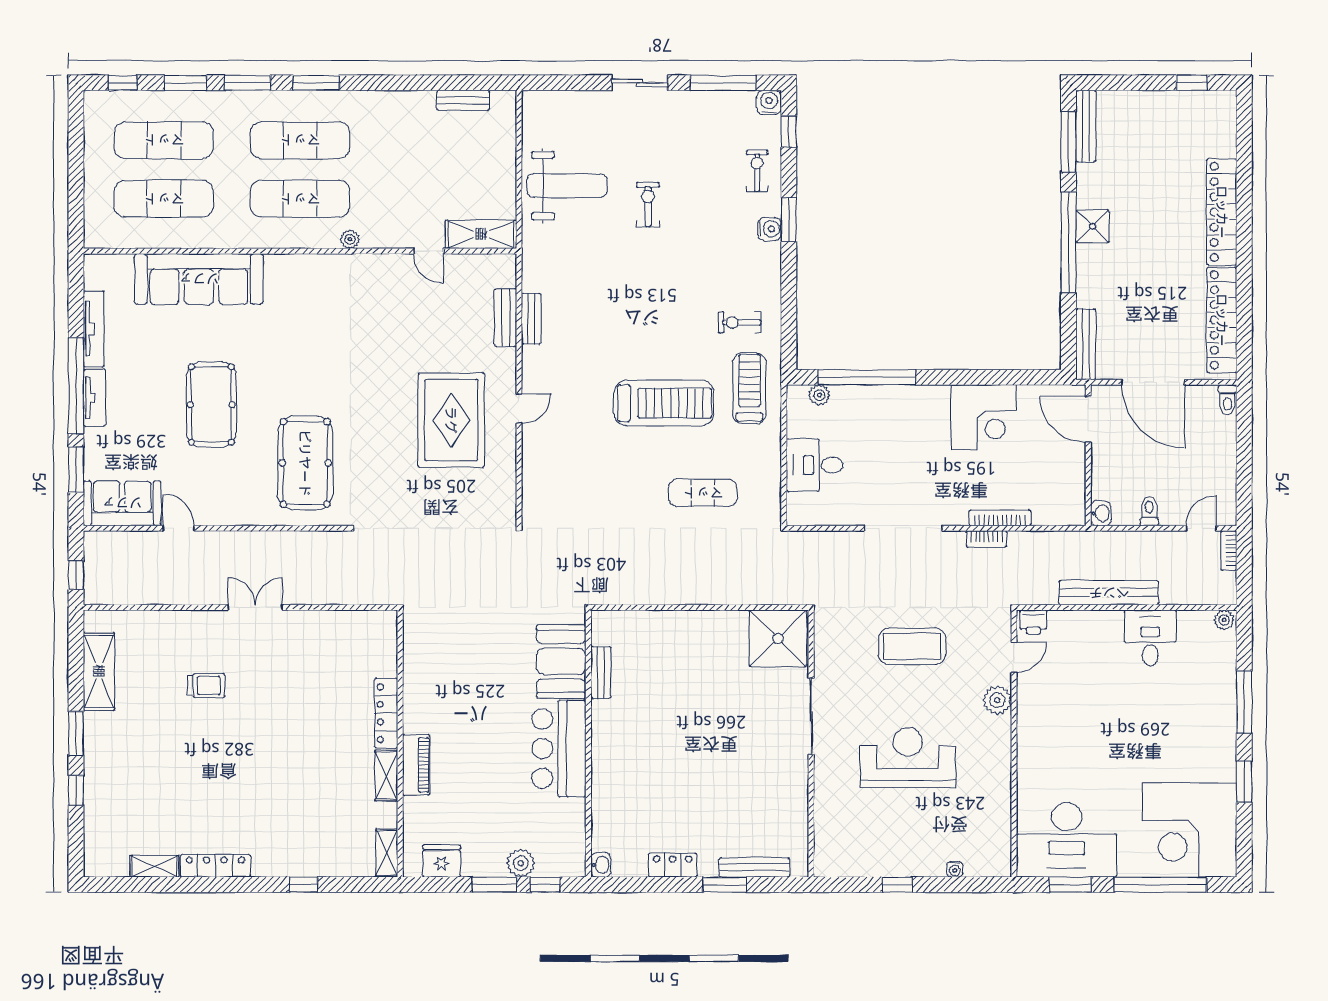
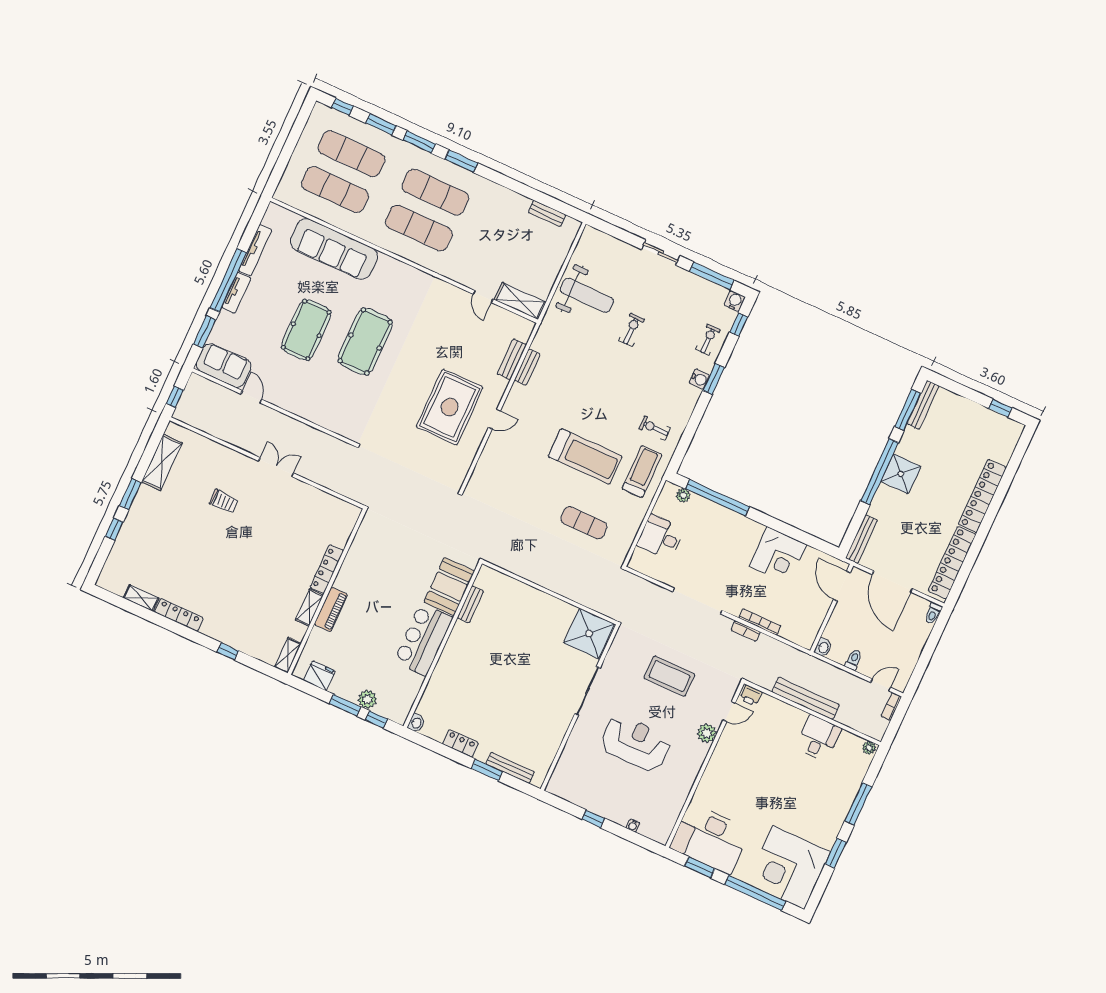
shower: (1092, 226) -> (901, 474), width x1.36, depth x1.36
plant: (350, 239) -> (438, 267), removed
pool table: (305, 463) -> (365, 341), moved

